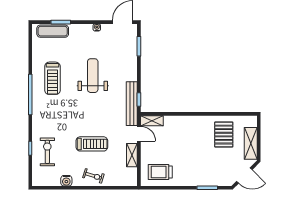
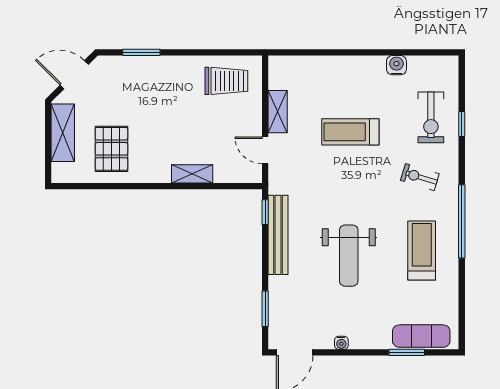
bench: (132, 104) -> (278, 235), moved
shelving: (152, 121) -> (192, 174), moved
exercise bike: (93, 176) -> (420, 177), moved

